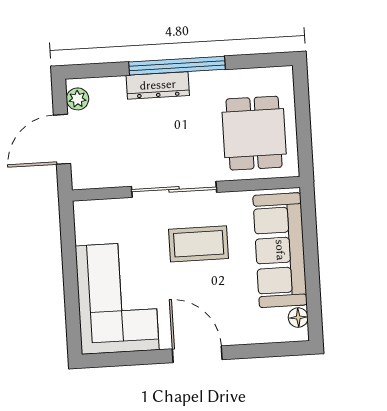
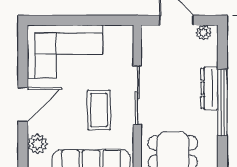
plant: (253, 330) -> (37, 144), added

